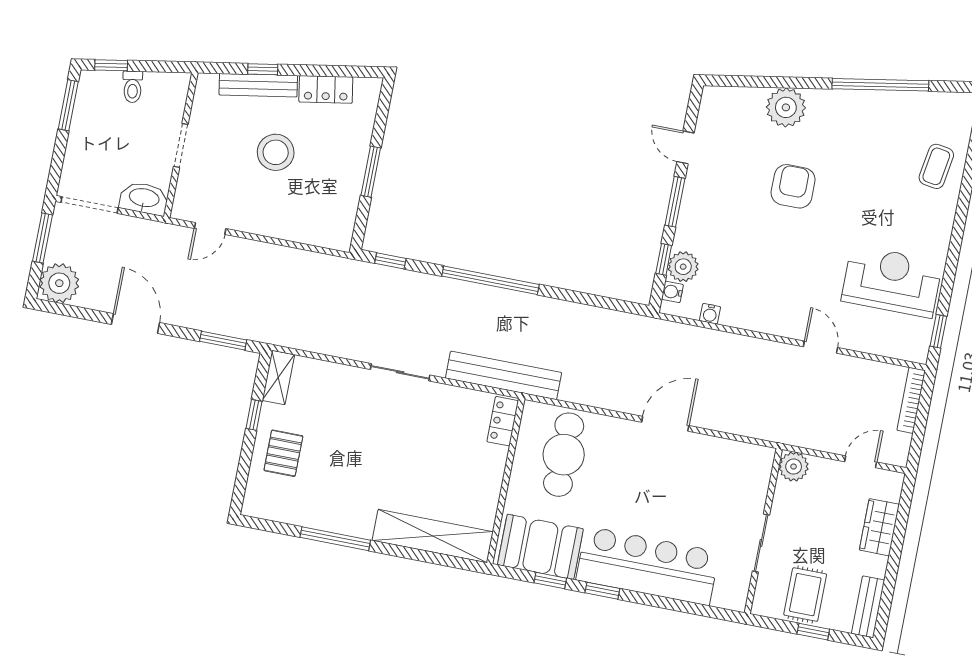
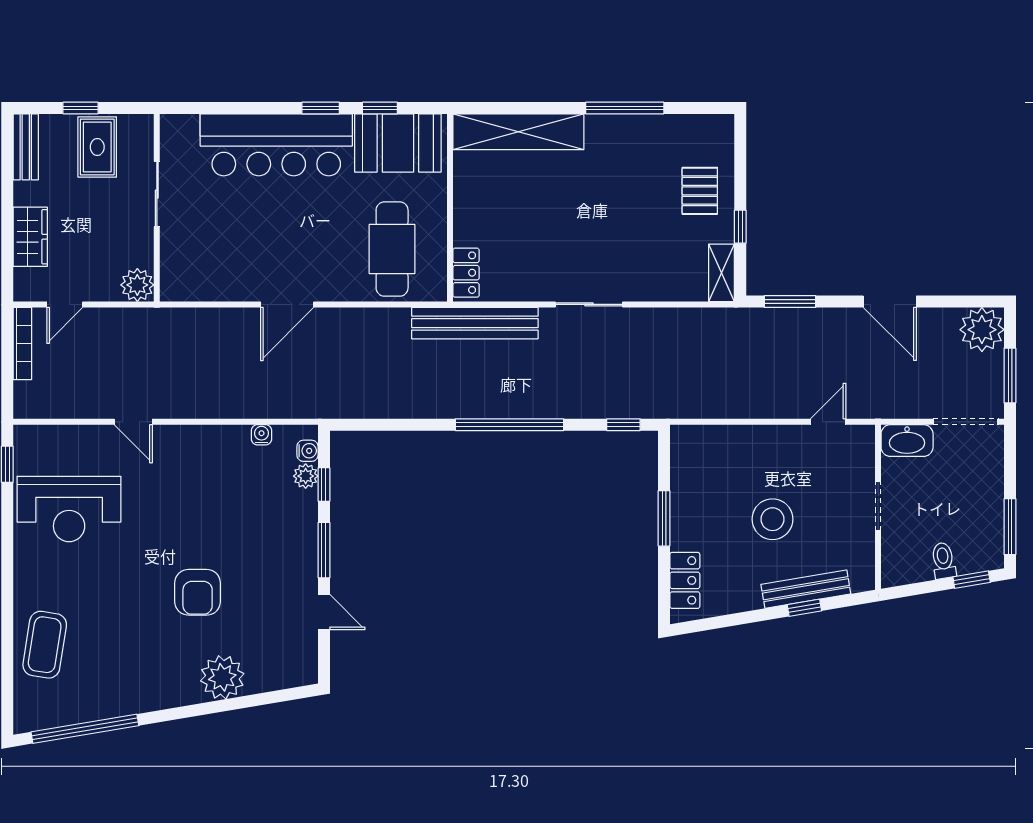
window: (880, 85) -> (85, 729), moved
locker: (326, 89) -> (685, 580), moved, turned 100
coffee table: (936, 166) -> (45, 645), width x1.36, depth x1.30
plant: (683, 267) -> (306, 476), width x0.73, depth x0.73
bookcase: (911, 400) -> (22, 343), moved

